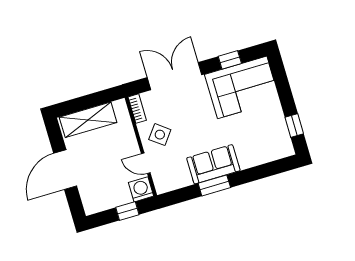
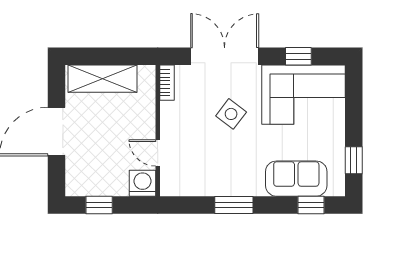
side table: (160, 135) -> (231, 114), moved
sofa: (213, 164) -> (296, 179), moved
window: (272, 168) -> (311, 205), added
window: (127, 211) -> (99, 205), moved

